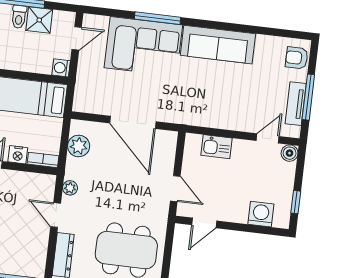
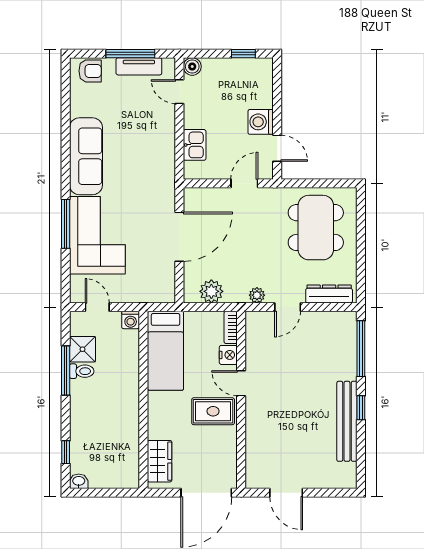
armchair: (297, 58) -> (90, 71), turned -90
washing machine: (261, 214) -> (261, 122), moved

